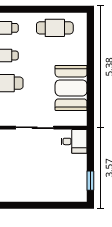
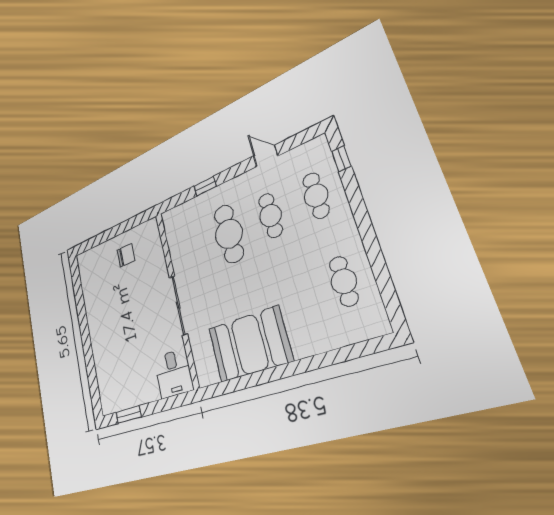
cafe table: (55, 28) -> (344, 281), width x0.73, depth x0.74

